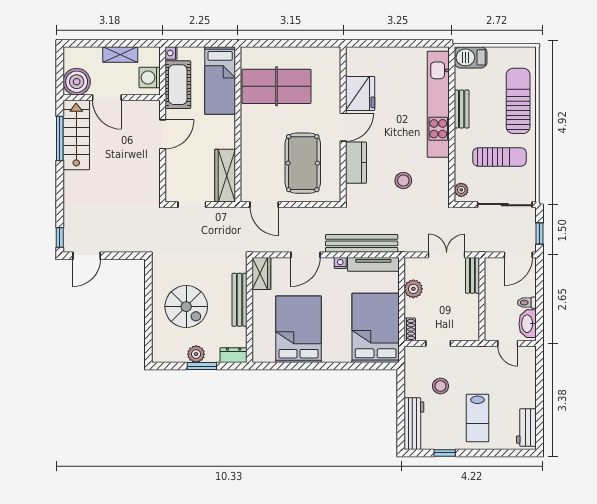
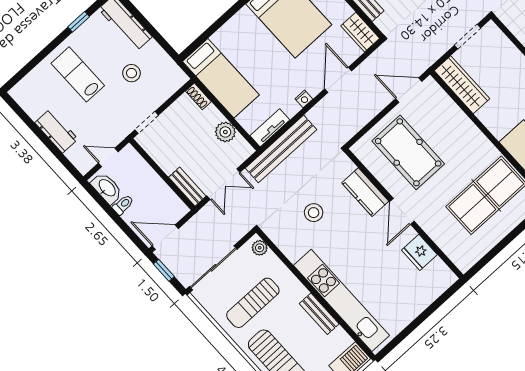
fridge: (360, 93) -> (419, 252), width x0.73, depth x0.75
bench: (362, 243) -> (281, 149), moved
door: (518, 255) -> (165, 237), hinge flipped
tv unit: (373, 264) -> (270, 128), width x0.71
bed: (376, 328) -> (221, 78), width x0.67
doorway: (438, 343) -> (147, 122), moved
workbench: (526, 427) -> (56, 131), moved

